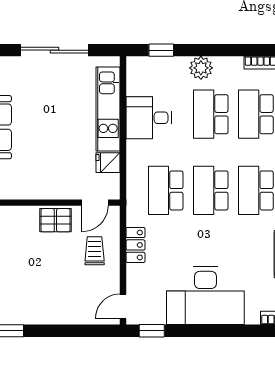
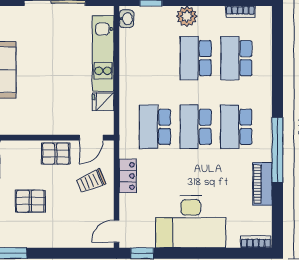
washbasin: (134, 71) -> (126, 19), added
desk: (149, 118) -> (140, 61), removed
trolley: (95, 251) -> (91, 181), turned -113
pallet: (27, 273) -> (30, 201), added

